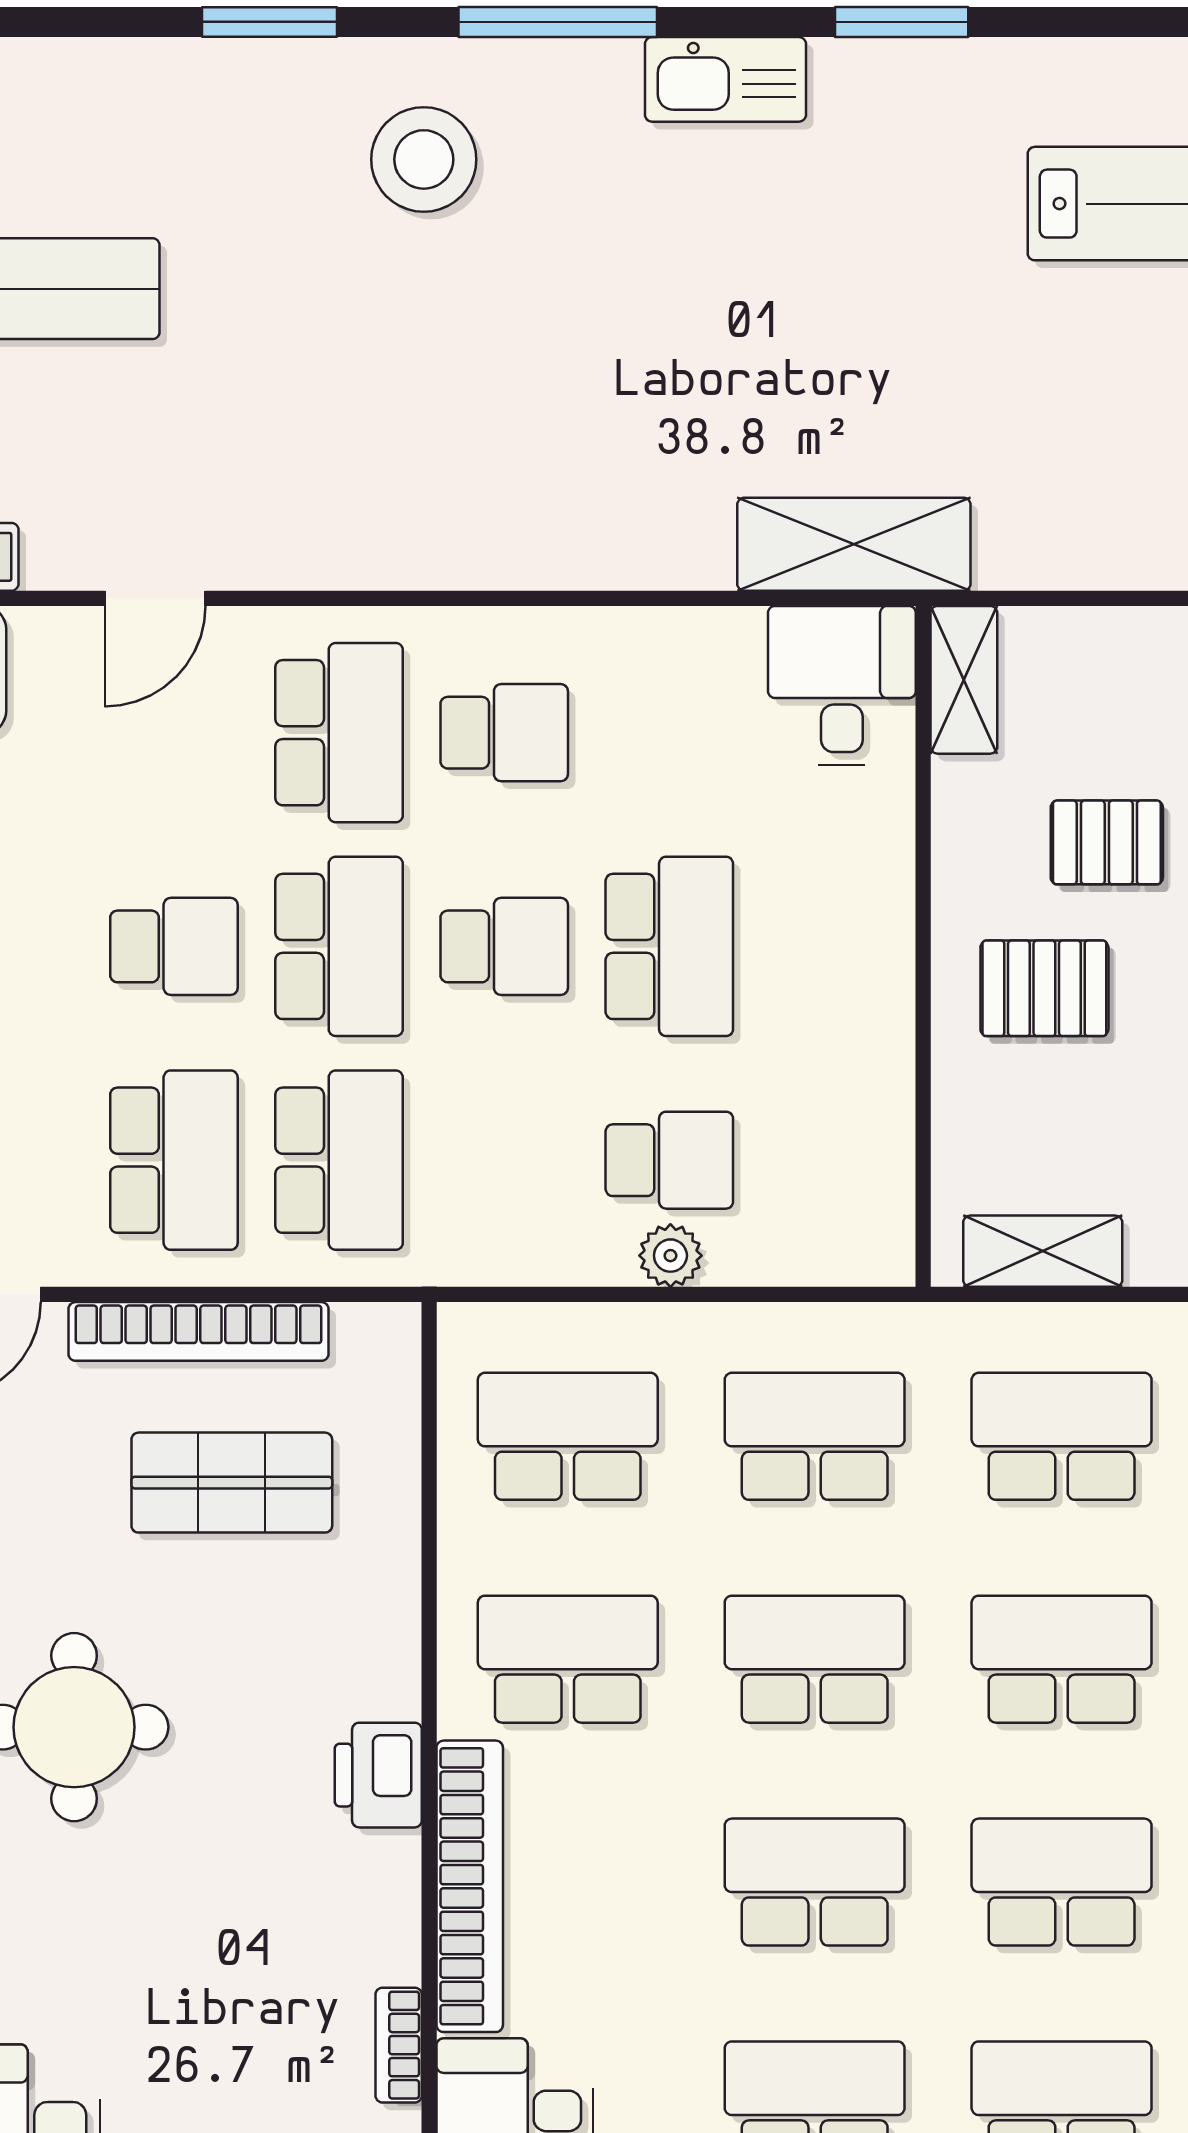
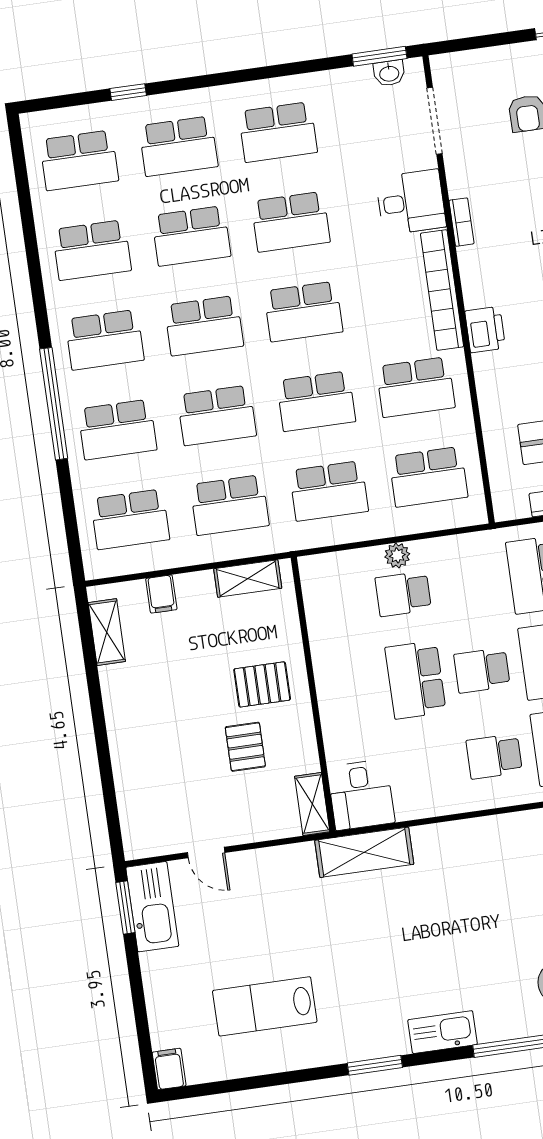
pallet: (1107, 842) -> (245, 747), turned 90

